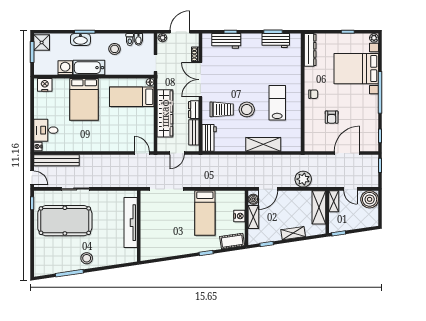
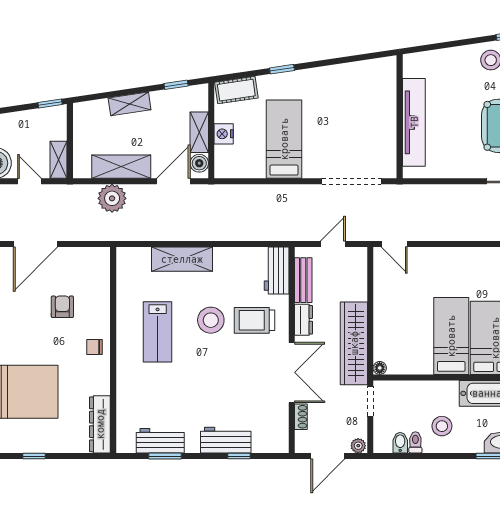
workbench: (226, 41) -> (226, 440), moved
bed: (132, 97) -> (451, 336), moved, turned -90
wardrobe: (165, 113) -> (354, 343), moved
shelving: (319, 207) -> (121, 167), moved, turned 90

